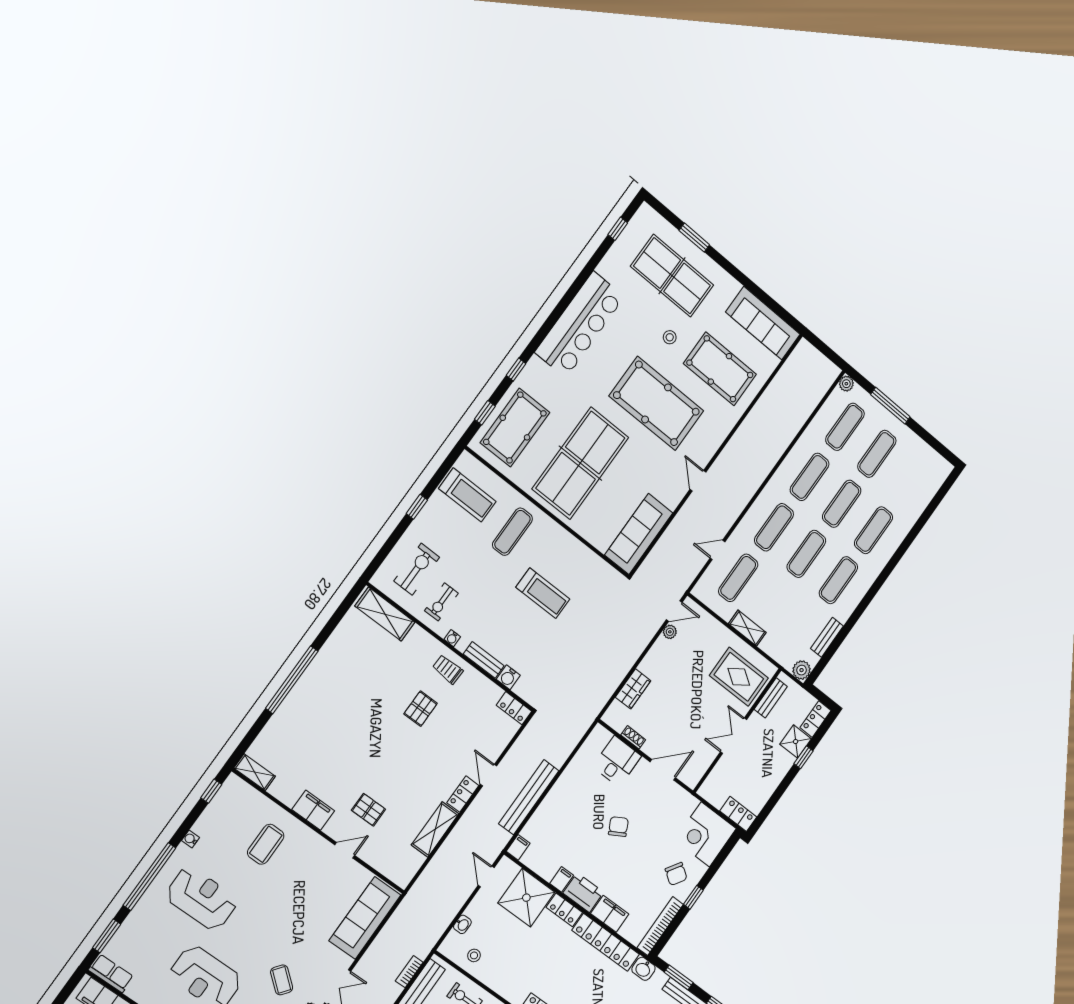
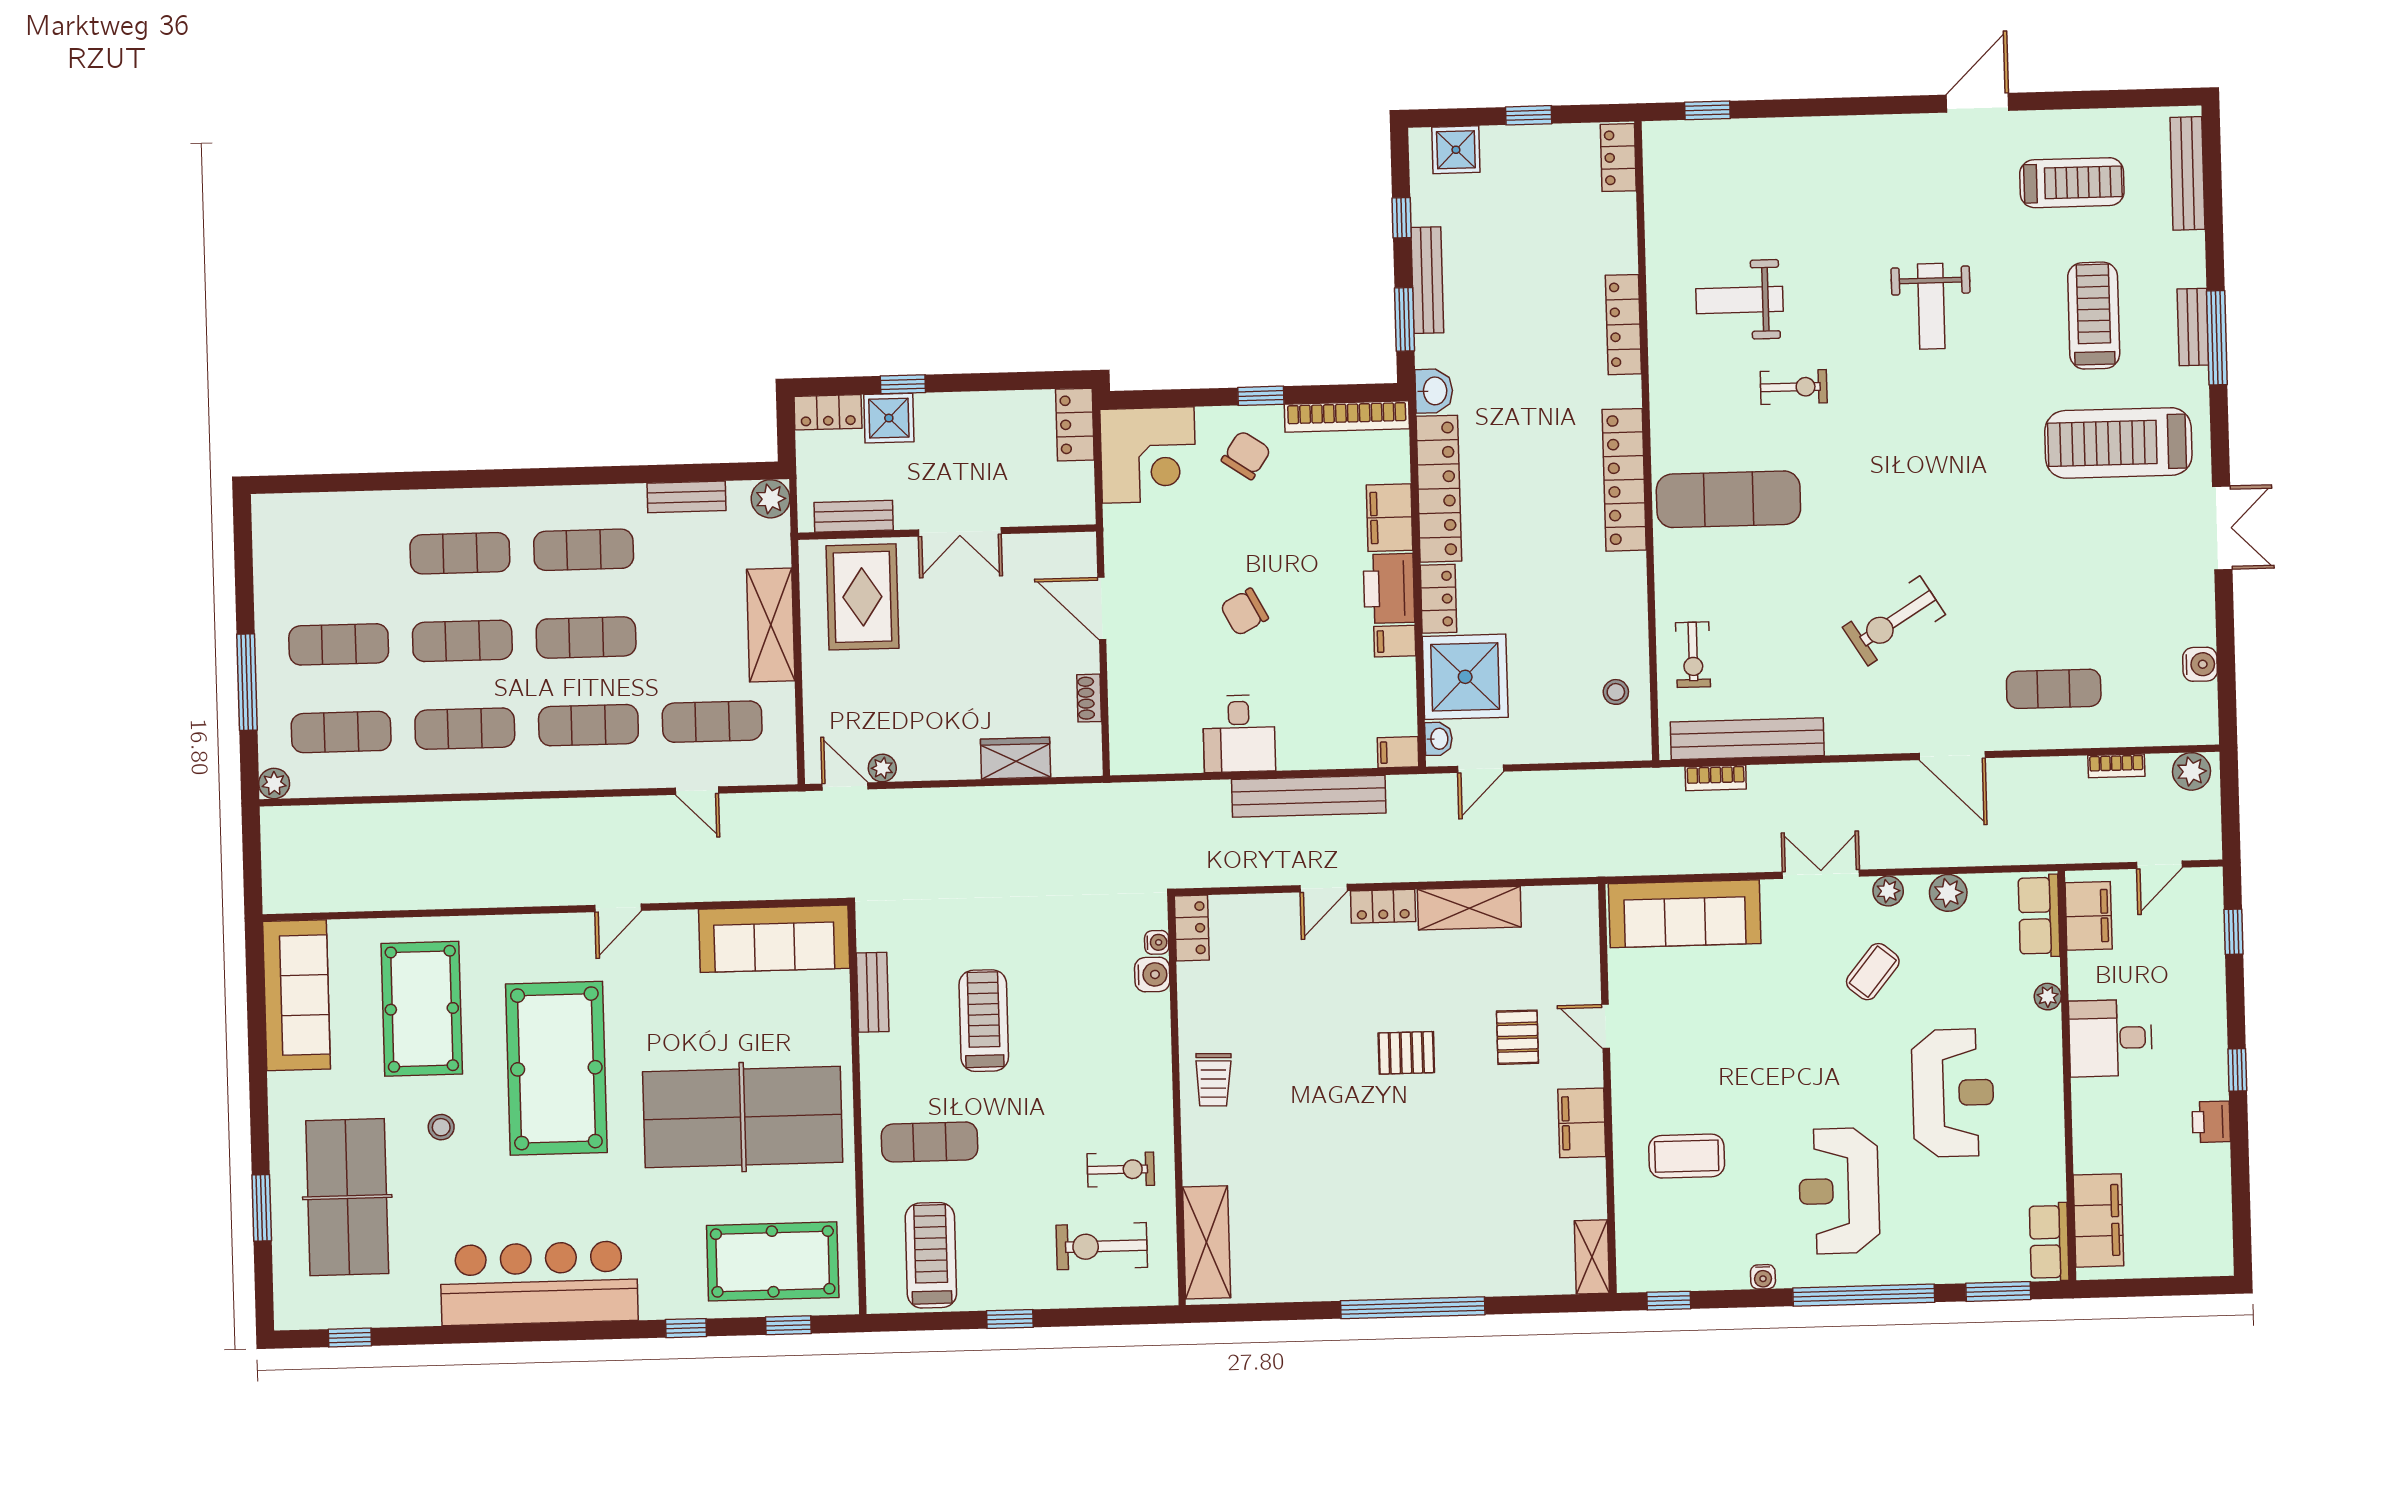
shelving: (747, 628) -> (771, 625), width x1.50, depth x1.33
water cooler: (452, 638) -> (1157, 942), moved
bench: (484, 660) -> (873, 992), moved
pallet: (421, 709) -> (1406, 1053), moved
desk: (617, 761) -> (1239, 734), moved, turned -90
washbasin: (462, 924) -> (1439, 739), moved, turned 90

